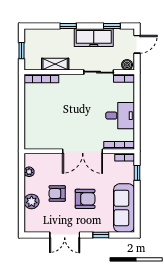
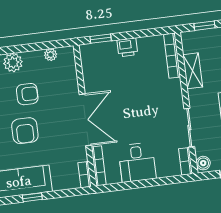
printer: (31, 112) -> (127, 47), added
window: (22, 132) -> (101, 39), added
double door: (83, 151) -> (85, 120), swing flipped
window: (137, 173) -> (32, 197), moved
armchair: (57, 194) -> (27, 94), turned 90

